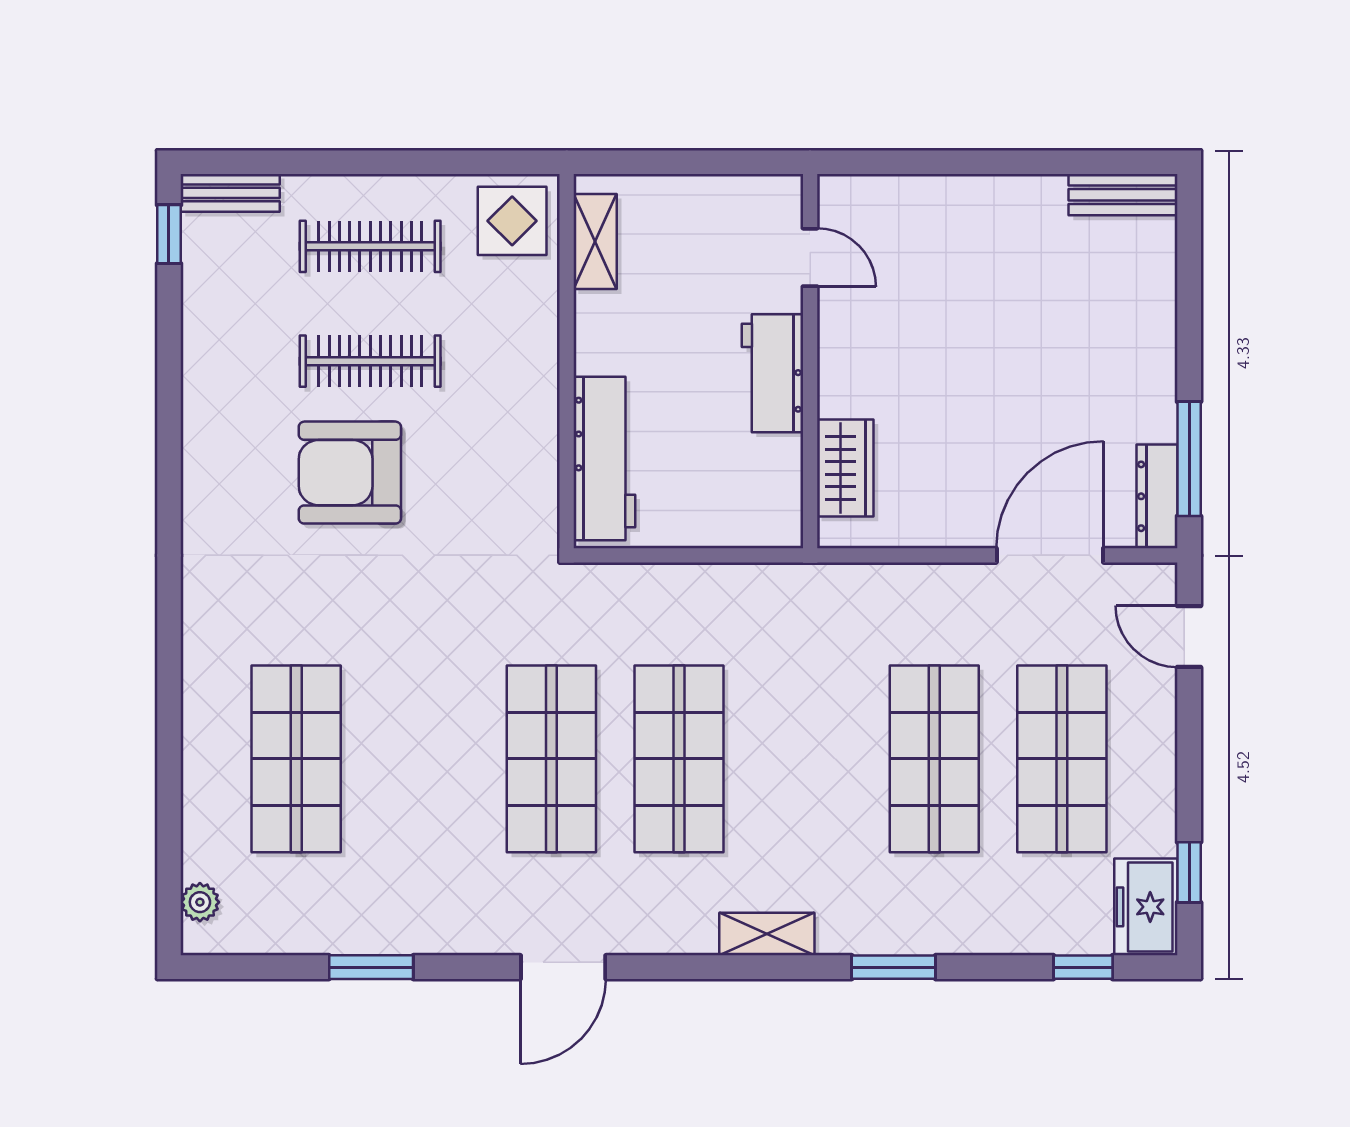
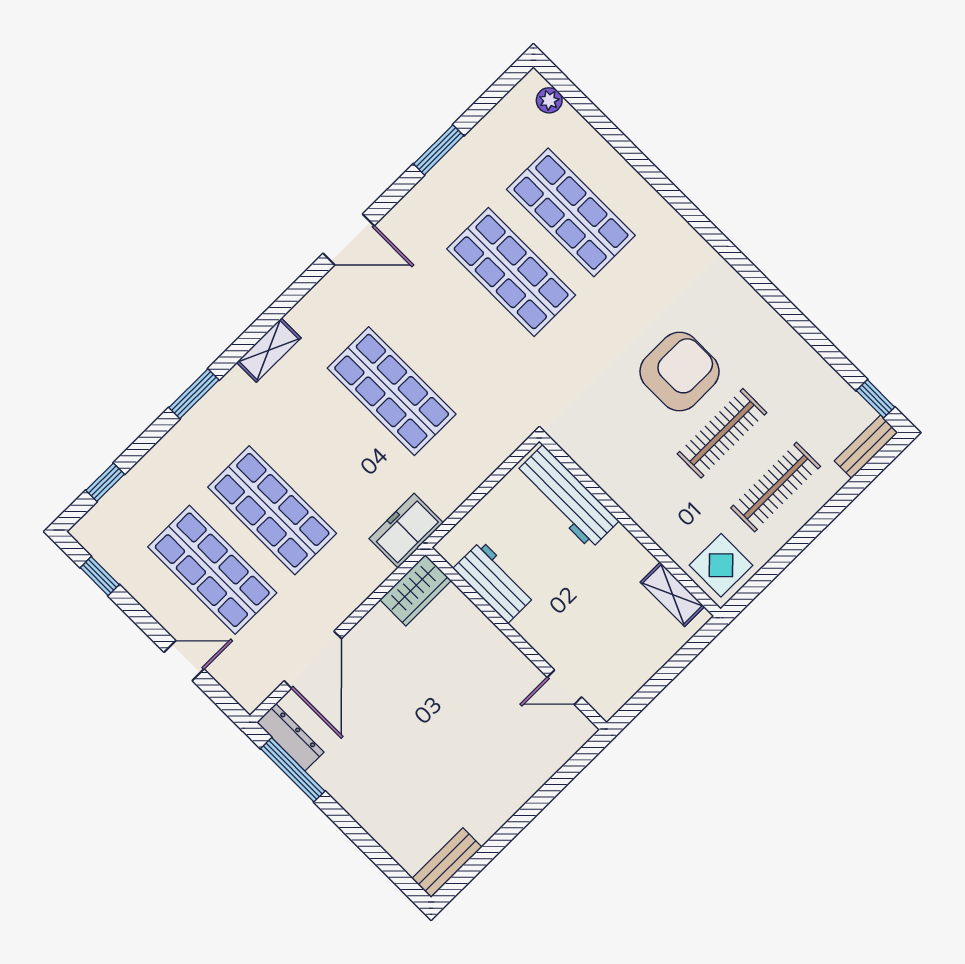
workbench: (773, 373) -> (494, 582), moved
wardrobe: (845, 468) -> (416, 590), moved, turned -90
door: (1189, 637) -> (184, 661), moved
shop shelf: (551, 759) -> (511, 272), moved
freezer: (1146, 907) -> (406, 531), moved, turned -90
door: (563, 967) -> (349, 239), swing flipped

